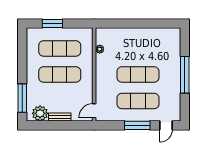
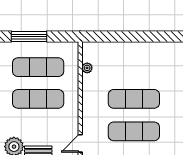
window: (52, 24) -> (29, 37), width x1.44

